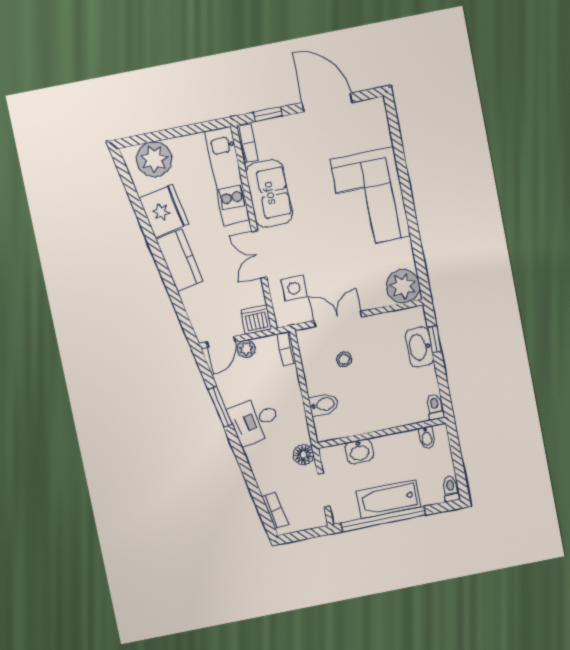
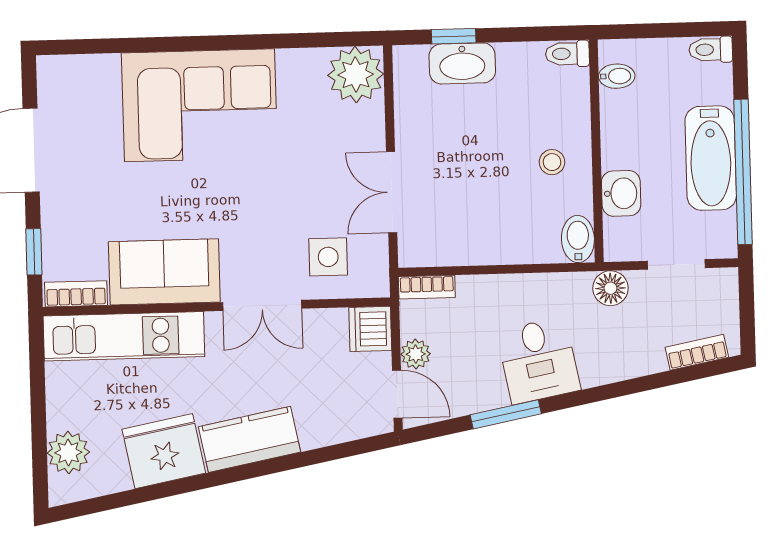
plant: (154, 159) -> (68, 453), width x0.73, depth x0.73
stool: (344, 359) -> (552, 162), moved
bidet: (324, 405) -> (578, 239), moved

